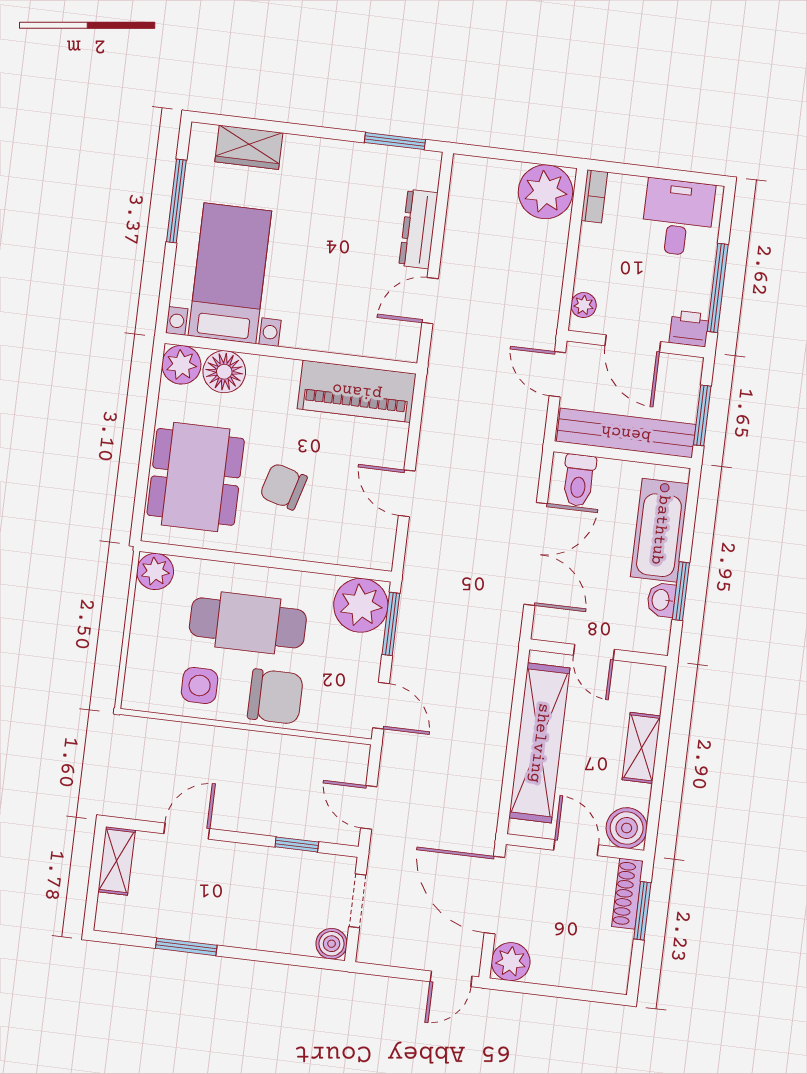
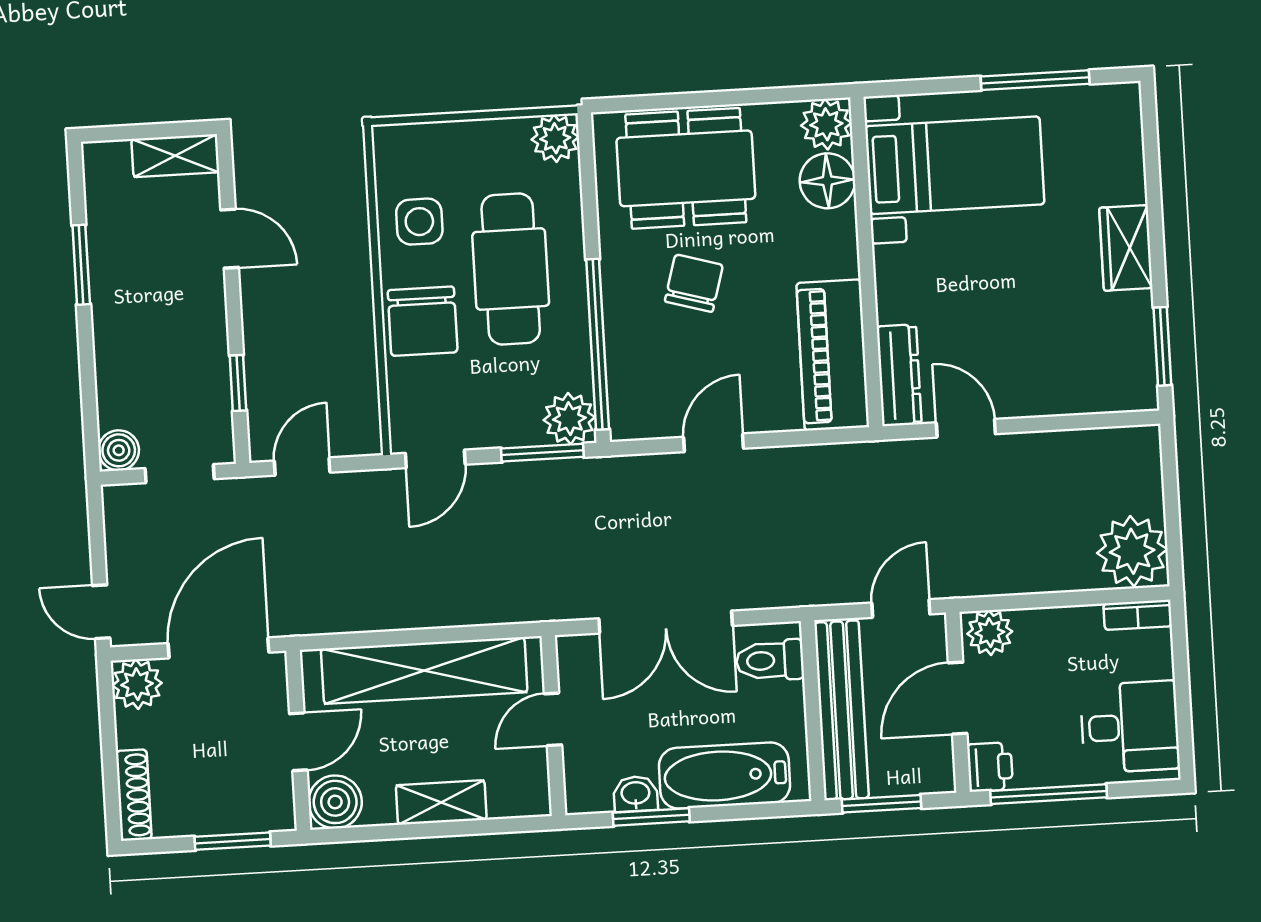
wardrobe: (249, 147) -> (1126, 248), moved
dresser: (418, 229) -> (899, 375), moved, turned 90
plant: (584, 305) -> (990, 633), width x1.38, depth x1.38
window: (317, 568) -> (598, 344), added
plant: (361, 605) -> (569, 419), width x0.73, depth x0.73
shoe rack: (627, 894) -> (134, 795), moved, turned 90

